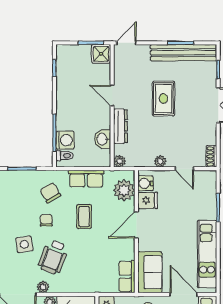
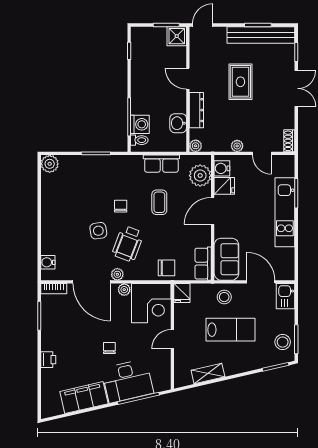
chair: (50, 193) -> (167, 268), moved, turned 120
kitchen unit: (207, 254) -> (285, 212), moved

